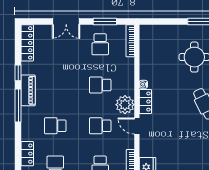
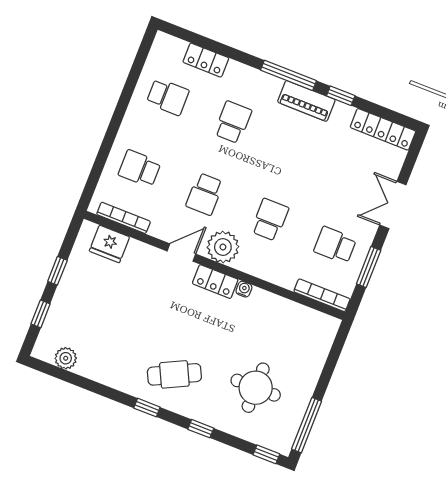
school desk: (100, 126) -> (205, 194), turned 180

